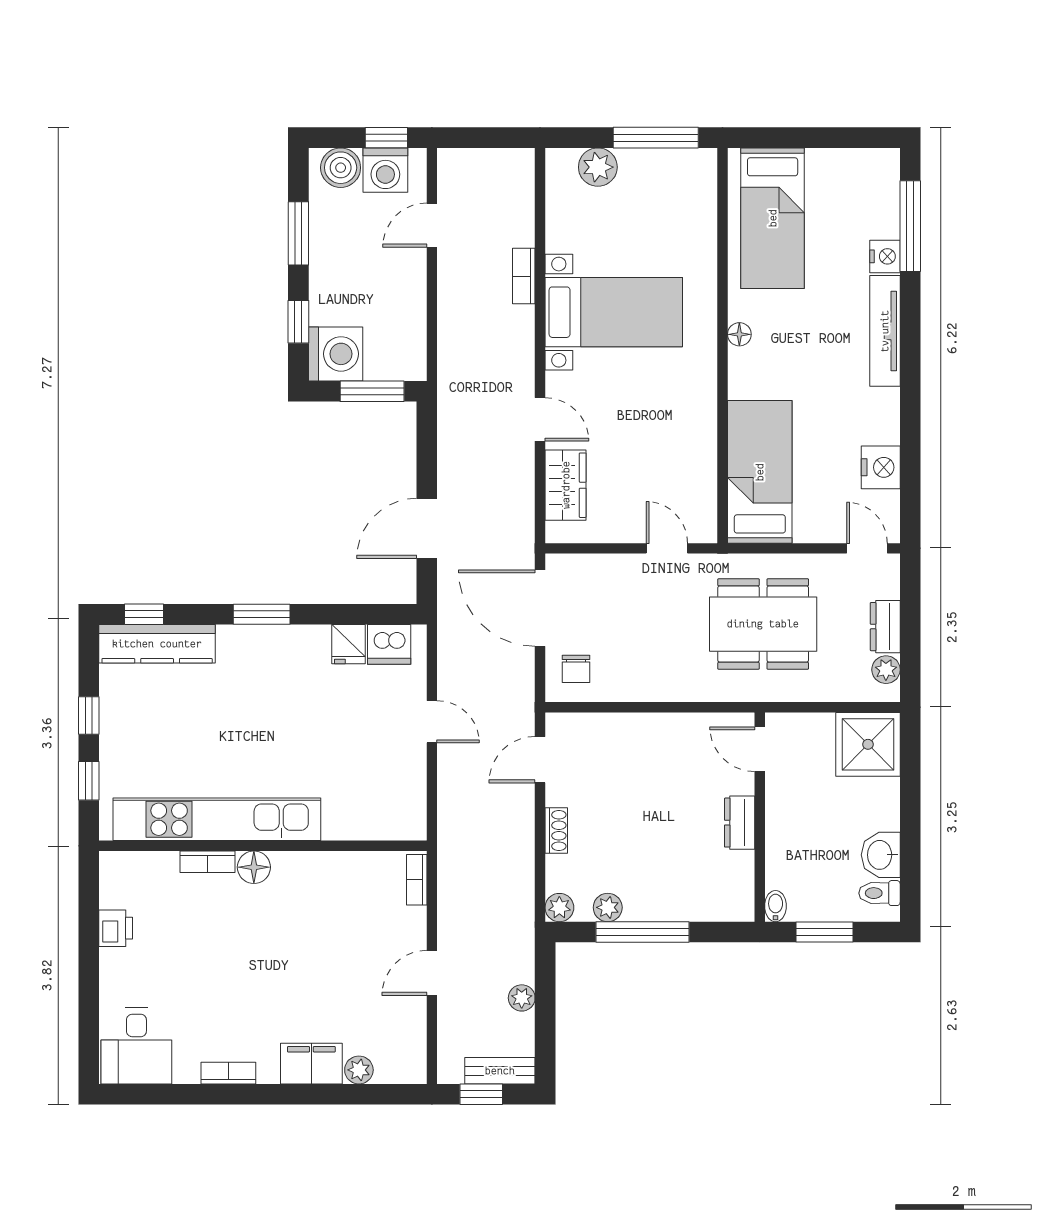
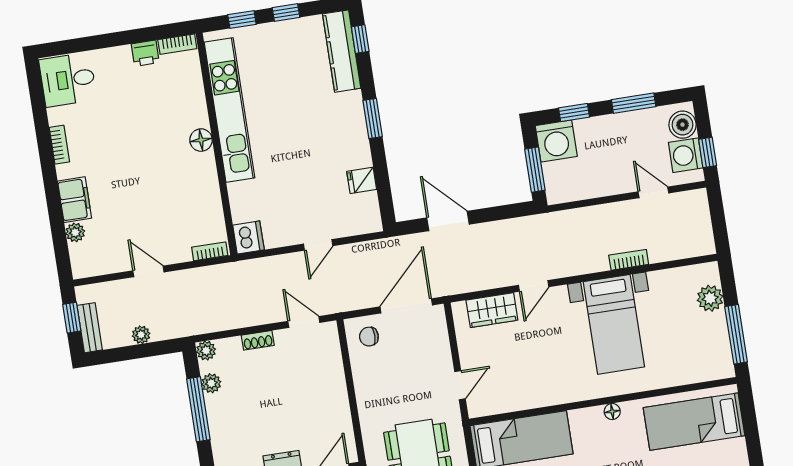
dishwasher: (389, 644) -> (248, 237), moved, turned 180
bookcase: (207, 862) -> (177, 44), moved, turned -90

